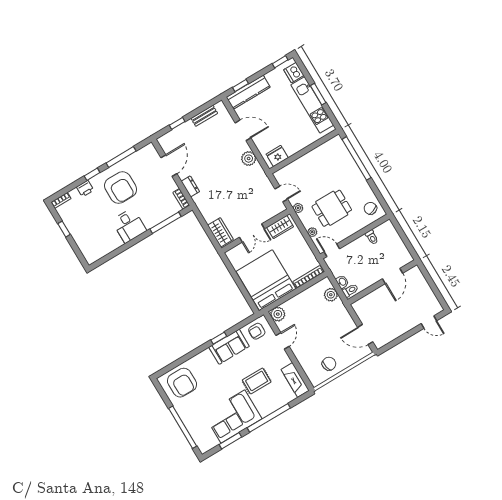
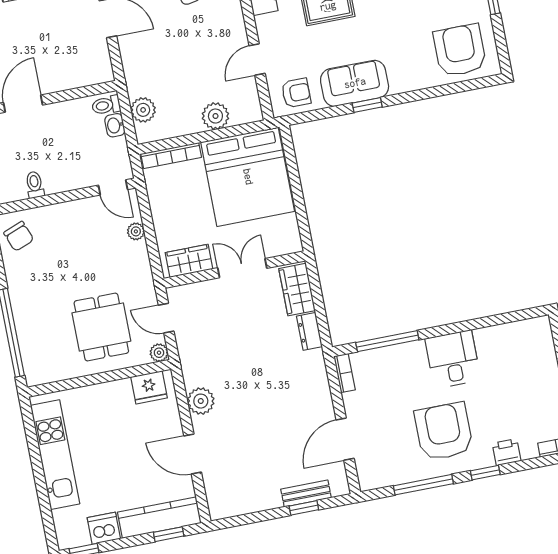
dishwasher: (294, 73) -> (104, 528), moved, turned -90
window: (318, 94) -> (38, 470), removed
bench: (204, 116) -> (306, 493), moved
dresser: (190, 186) -> (309, 331), moved
plant: (298, 208) -> (159, 353), moved
dining table: (332, 208) -> (101, 327), moved, turned 90
plant: (278, 314) -> (215, 116), moved

